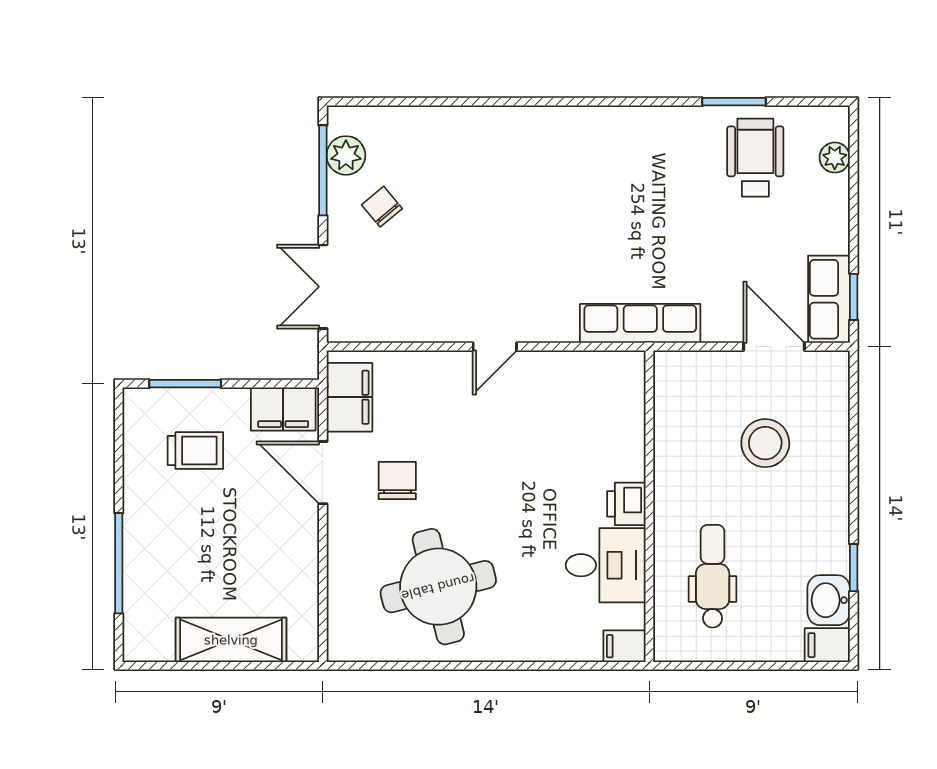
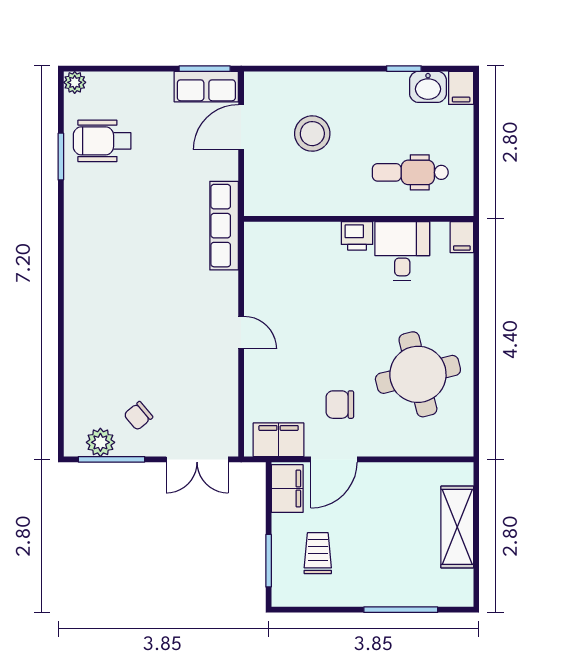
plant: (835, 158) -> (75, 82), moved
window: (854, 297) -> (205, 69), width x1.50

